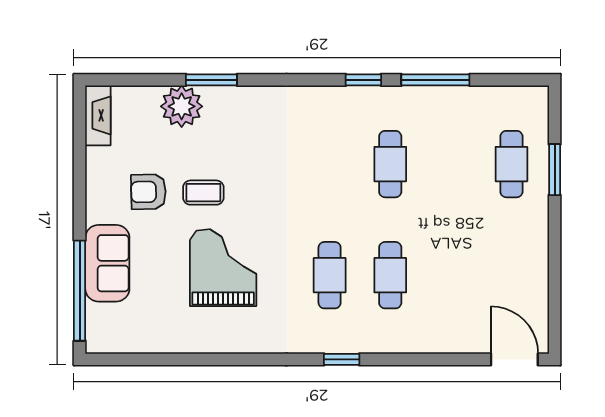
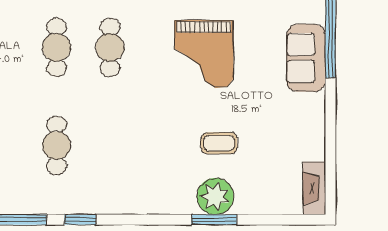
plant: (182, 106) -> (215, 196), moved
armchair: (148, 192) -> (270, 121), removed
coffee table: (203, 193) -> (219, 143), moved

